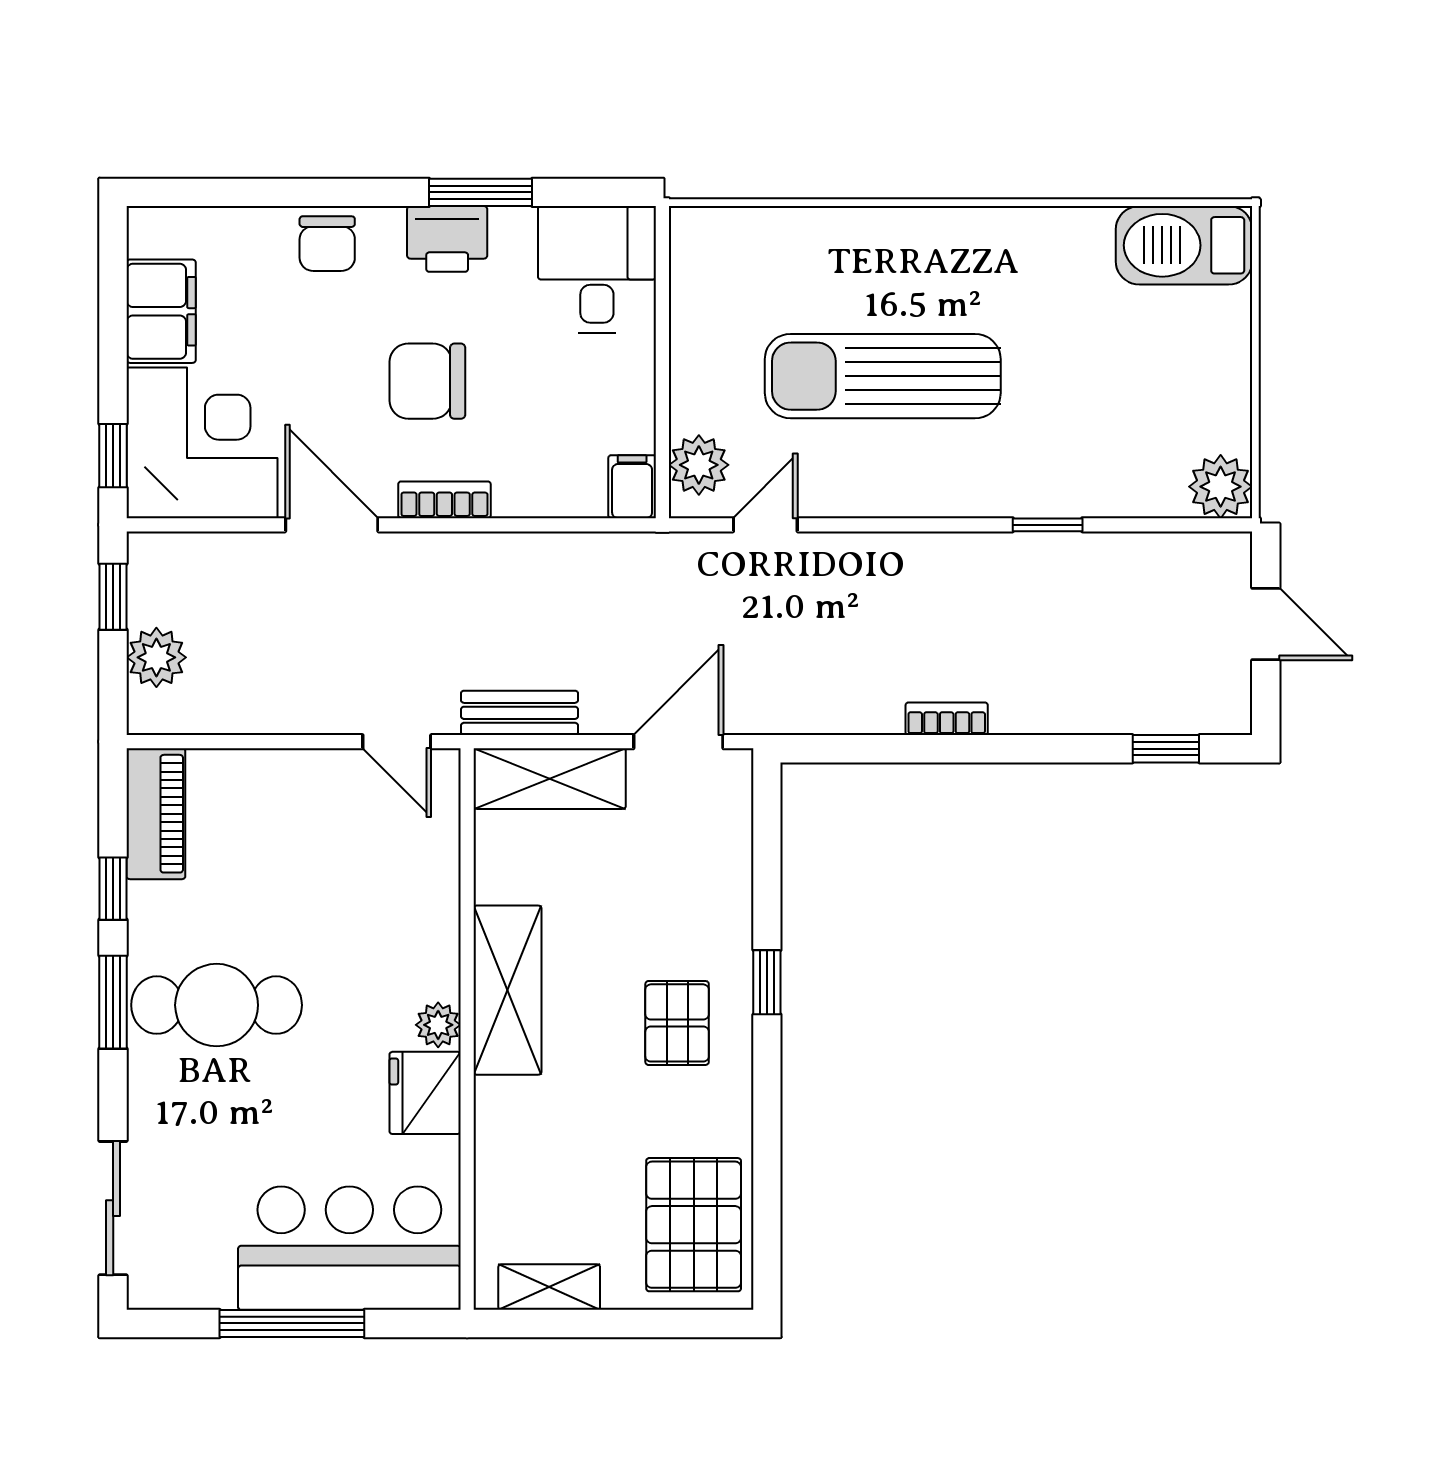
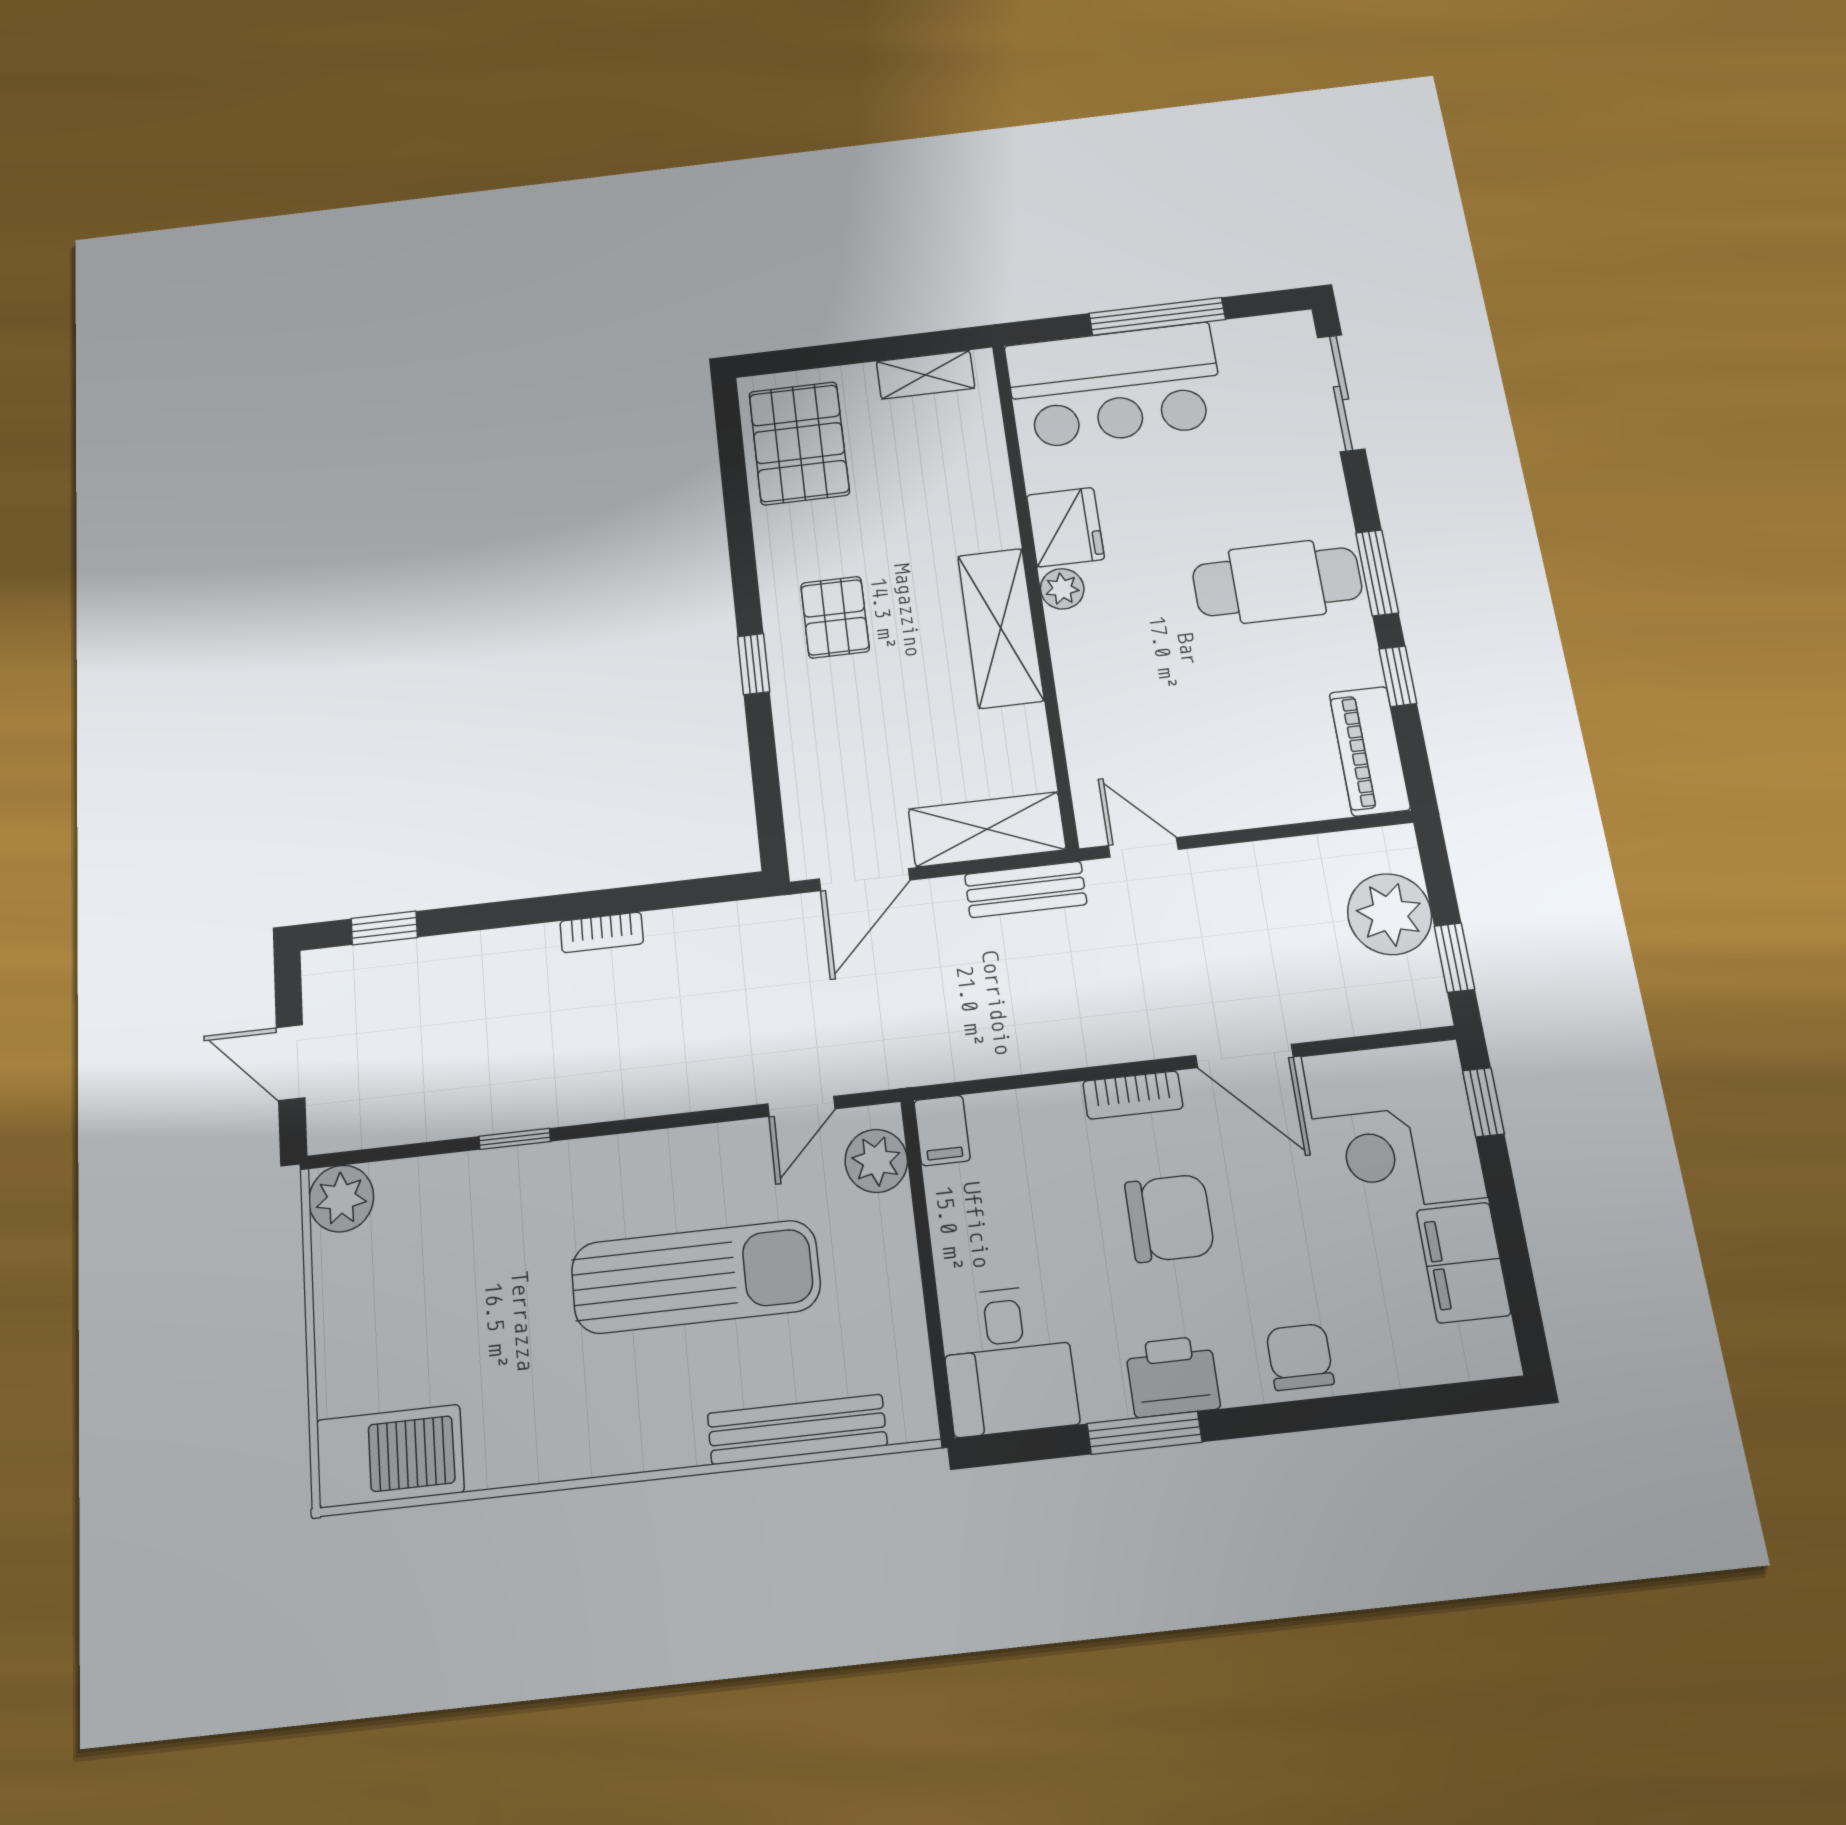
bench: (801, 229) -> (797, 1429), added
plant: (156, 657) -> (1390, 914), width x1.36, depth x1.36

